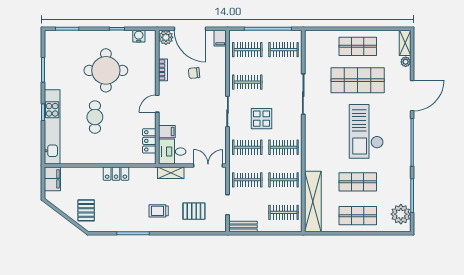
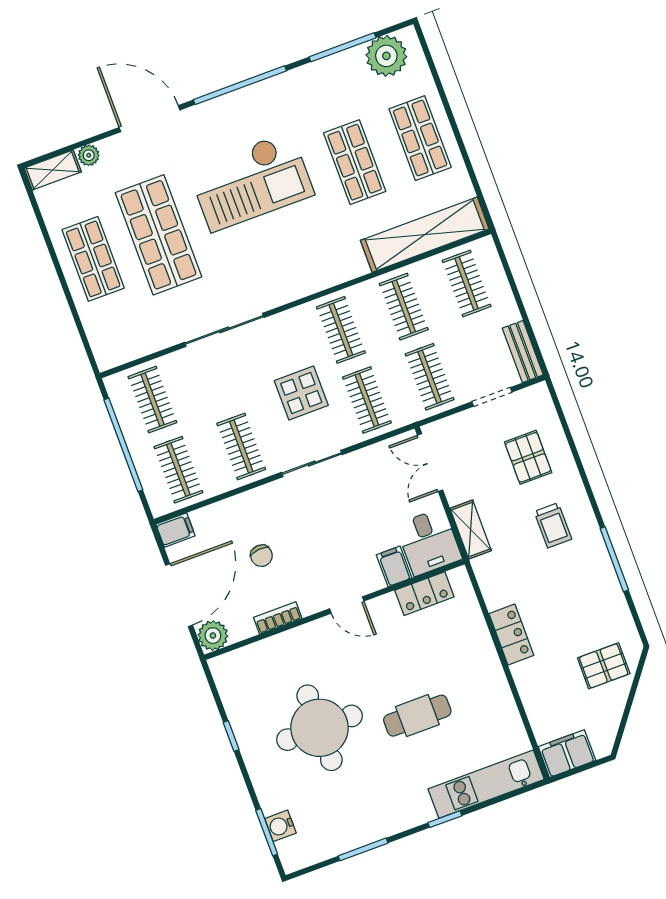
water cooler: (139, 36) -> (280, 826), moved
kitchen unit: (52, 127) -> (486, 784), width x0.73

